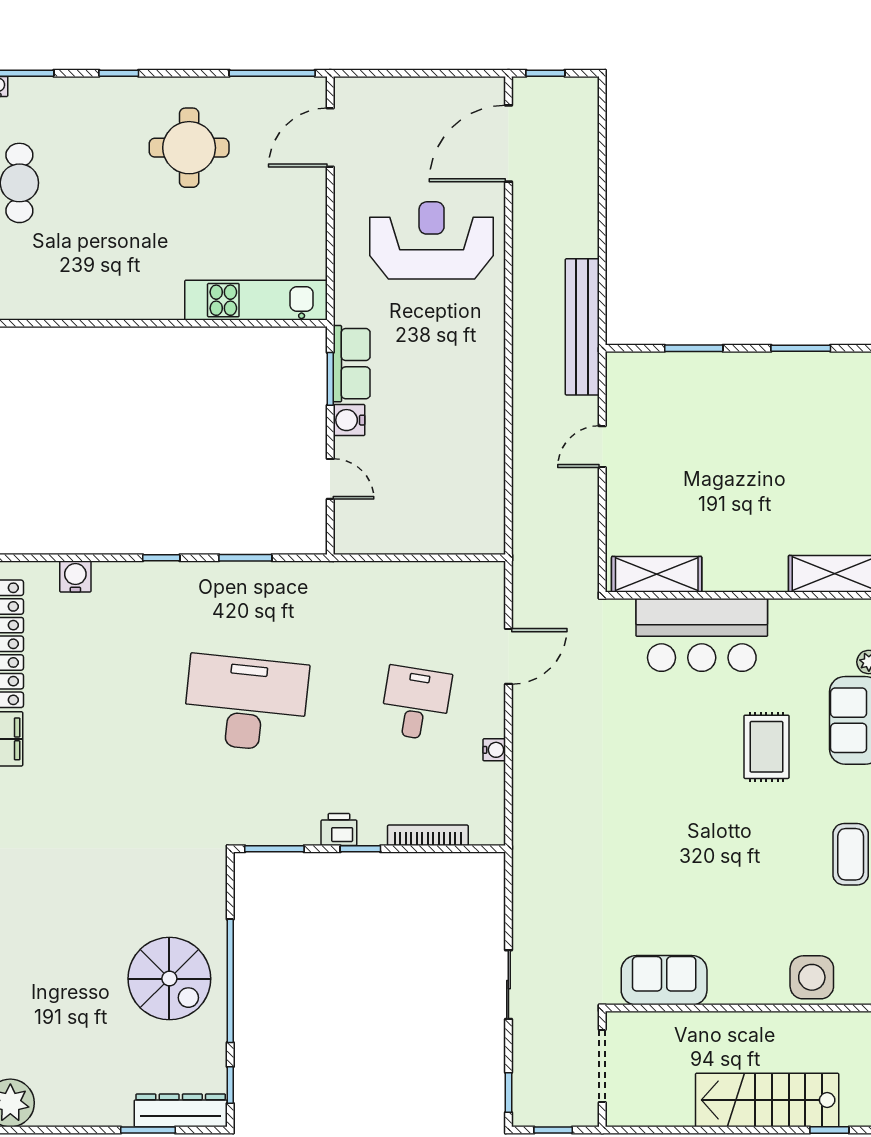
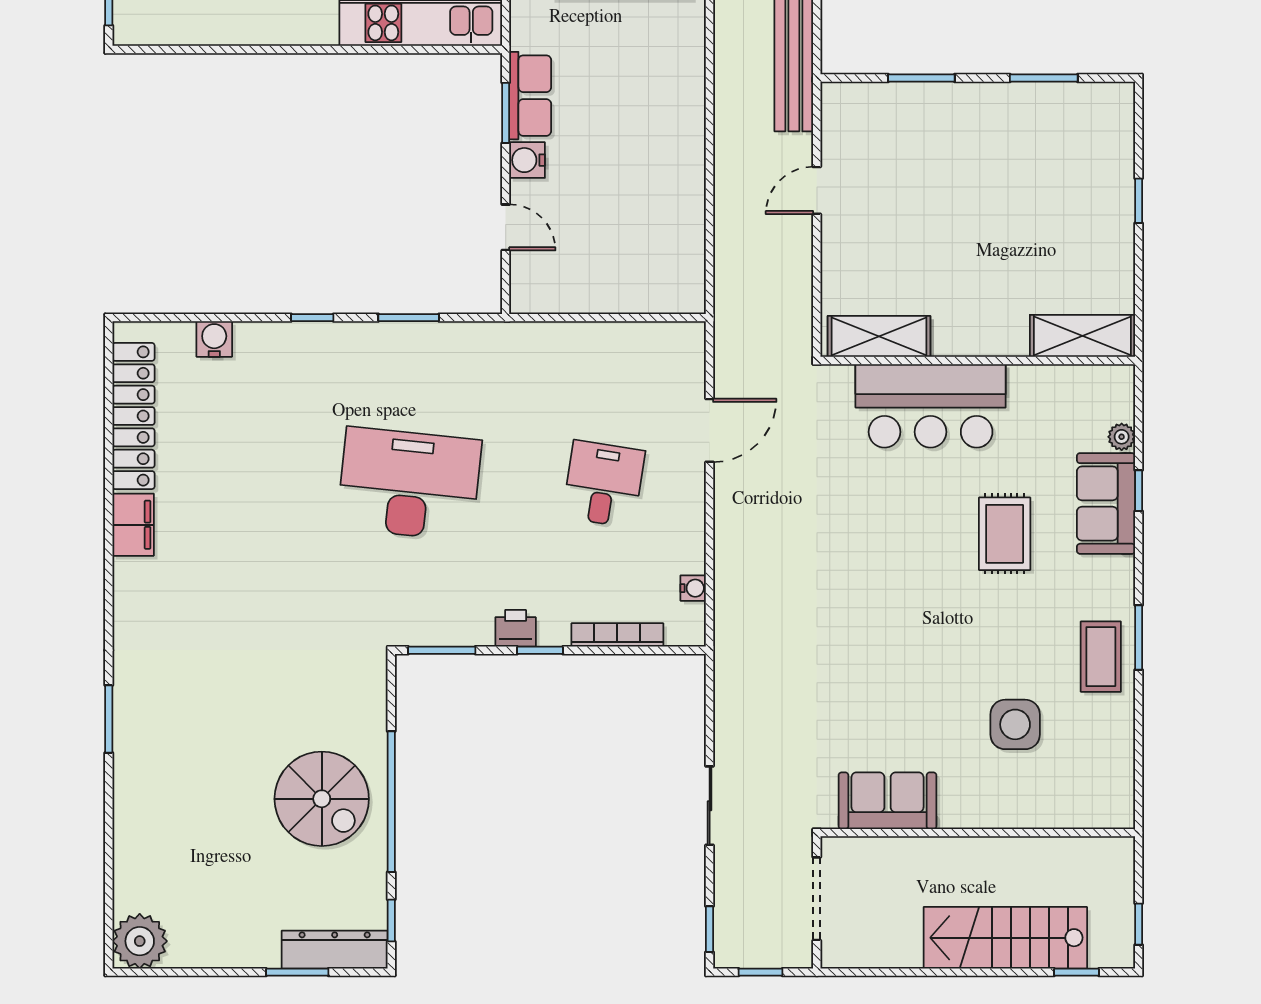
water cooler: (494, 750) -> (693, 588), moved
side table: (812, 977) -> (1015, 724), moved

